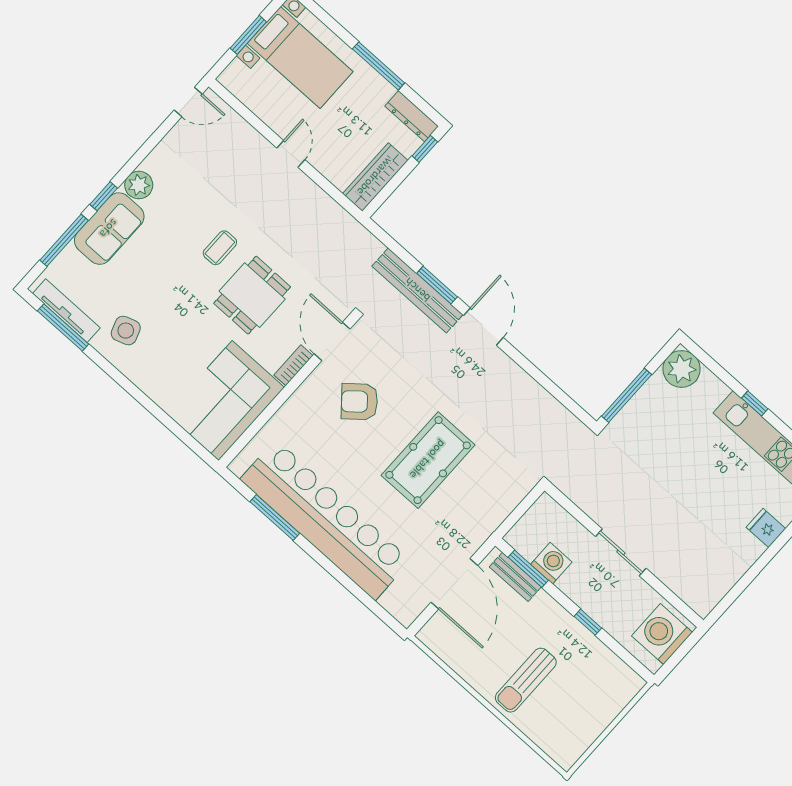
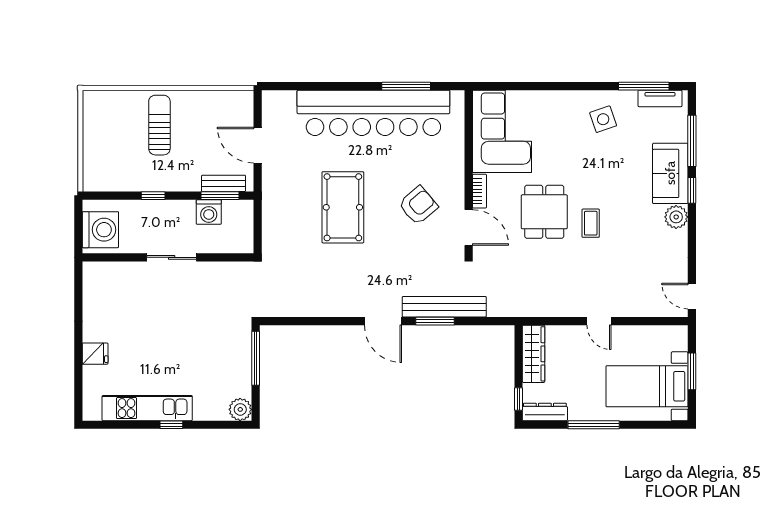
door: (188, 102) -> (692, 296), hinge flipped
tv unit: (66, 311) -> (660, 98), width x0.71
plant: (682, 369) -> (240, 409), width x0.73, depth x0.73
door: (454, 584) -> (258, 145), width x0.73

